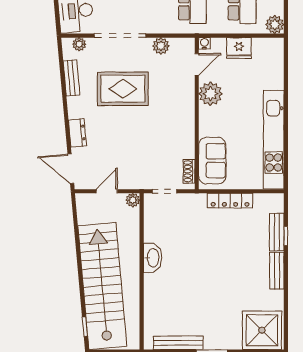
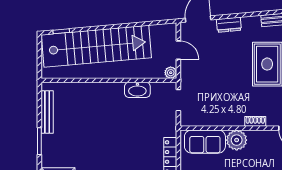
plant: (211, 94) -> (237, 140), moved
shoe rack: (189, 171) -> (255, 121), moved
washbasin: (153, 258) -> (137, 90), moved

